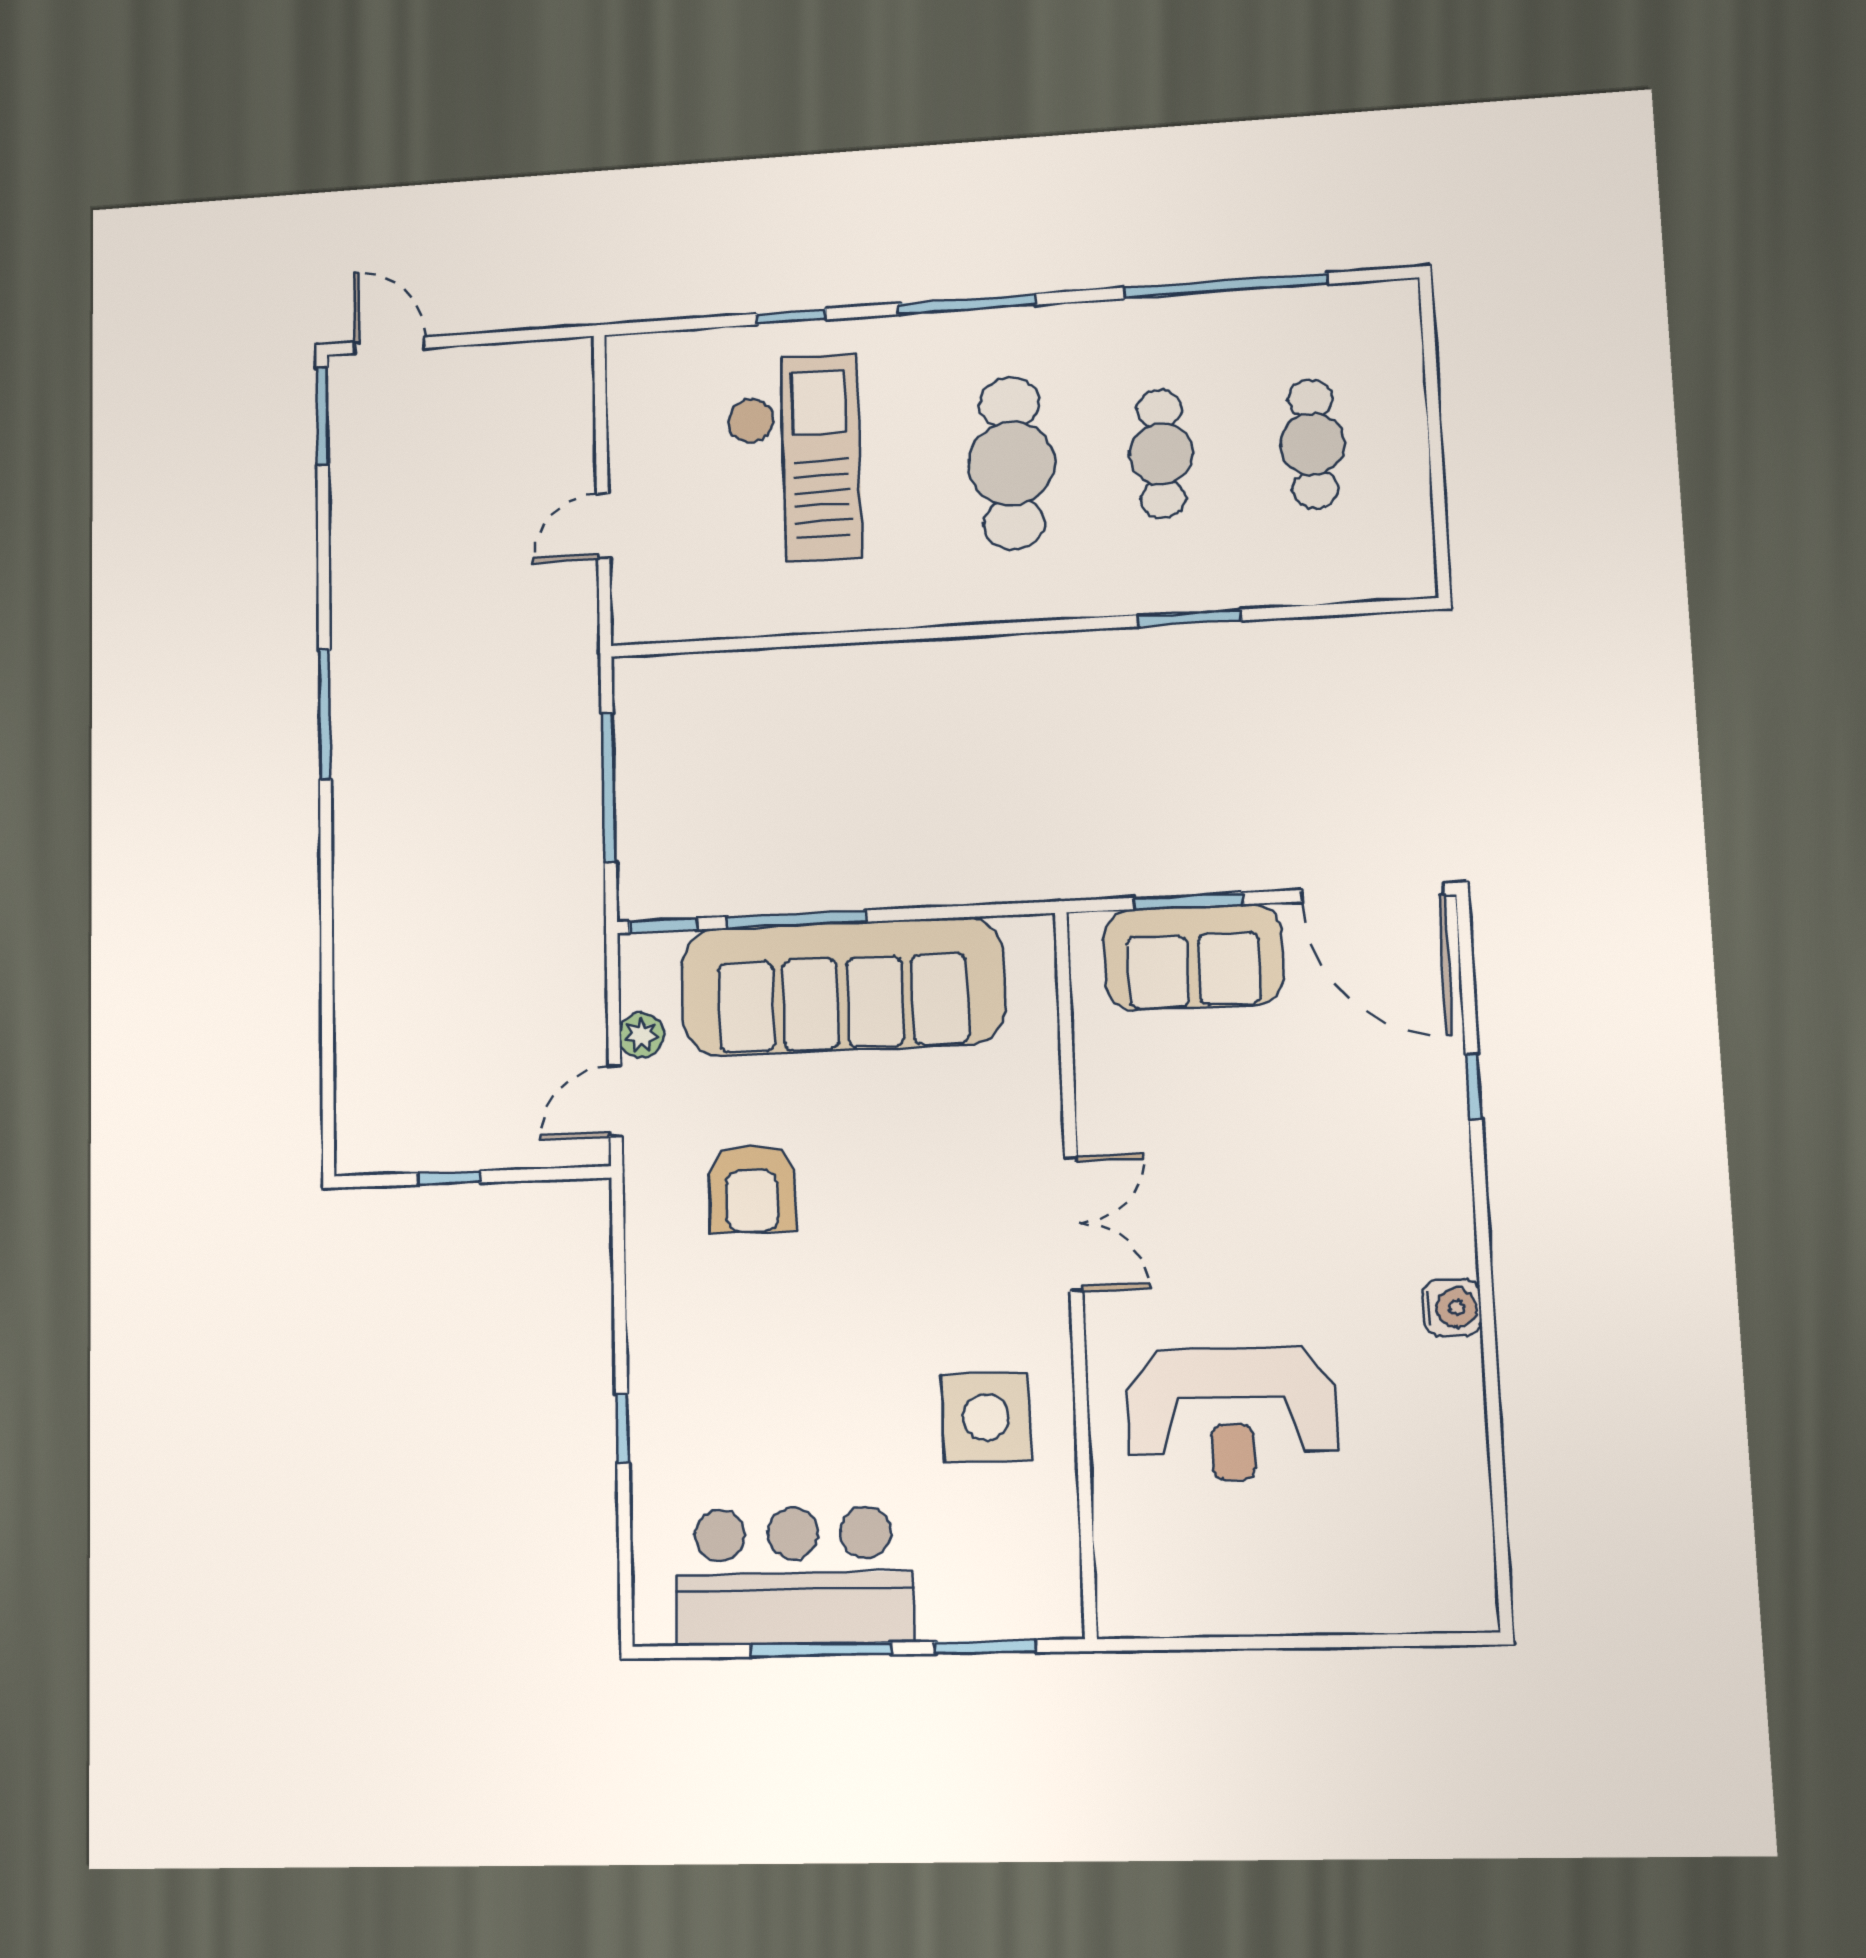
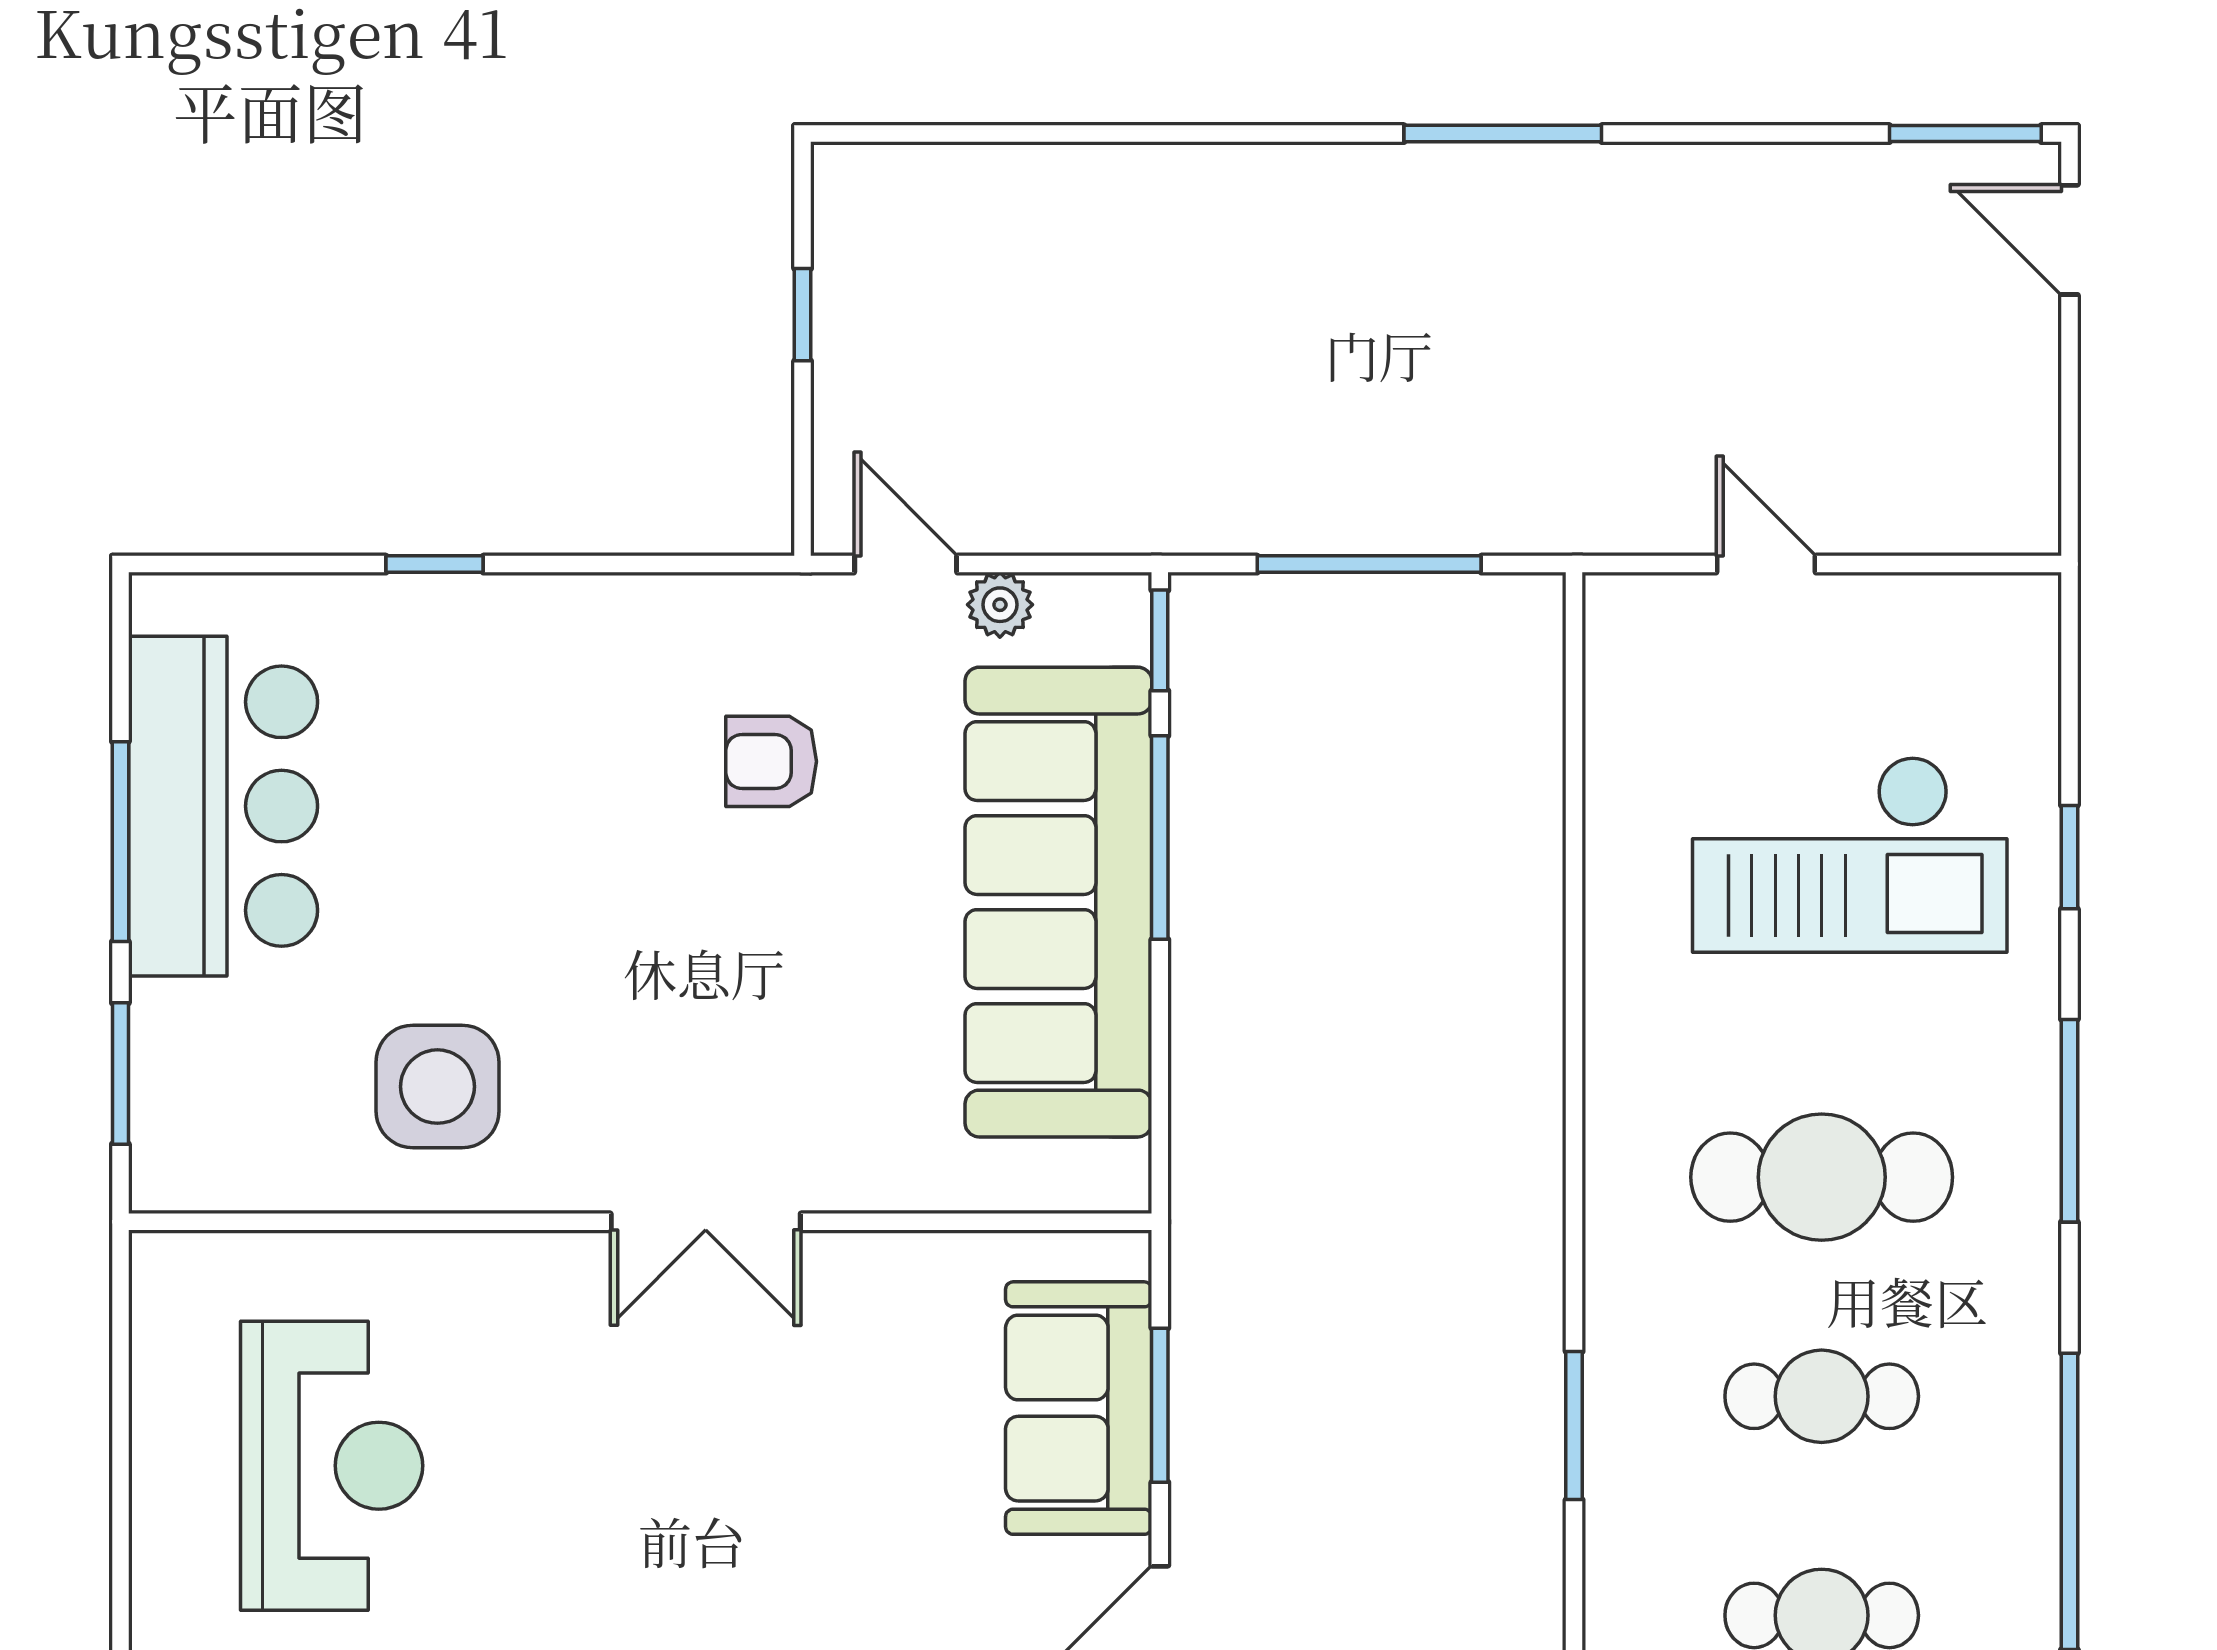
door: (390, 345) -> (2069, 240), swing flipped
armchair: (752, 1189) -> (771, 761), width x0.72, depth x0.72
reception desk: (1232, 1414) -> (332, 1466), moved, turned 180

